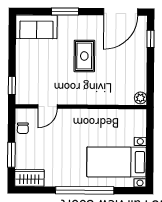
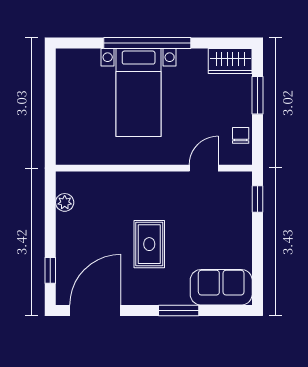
plant: (140, 98) -> (65, 202), moved
bed with nightstands: (117, 162) -> (139, 93), moved, turned 90

